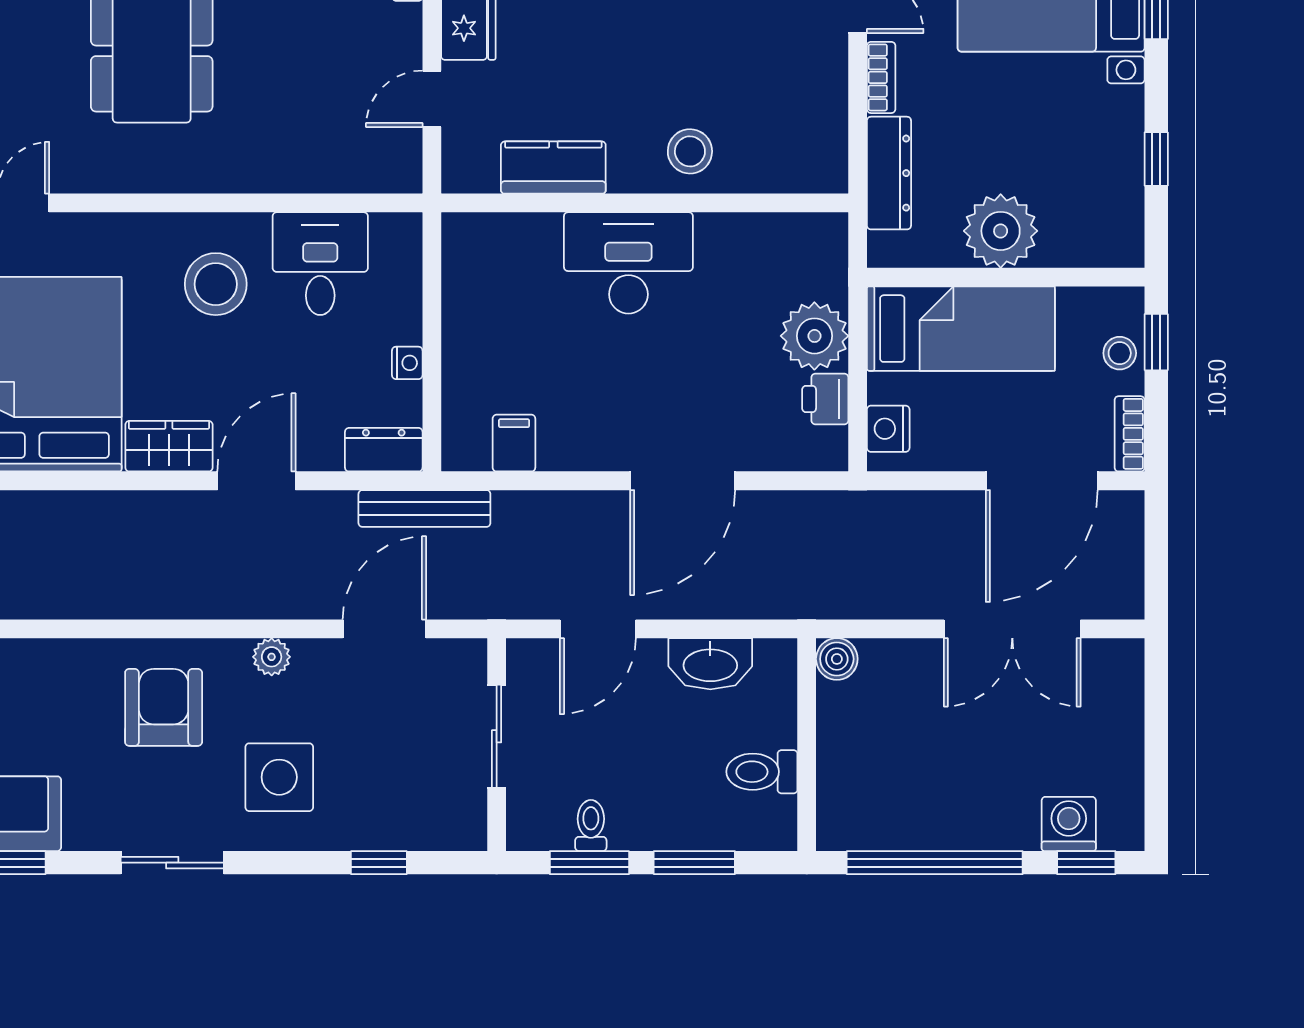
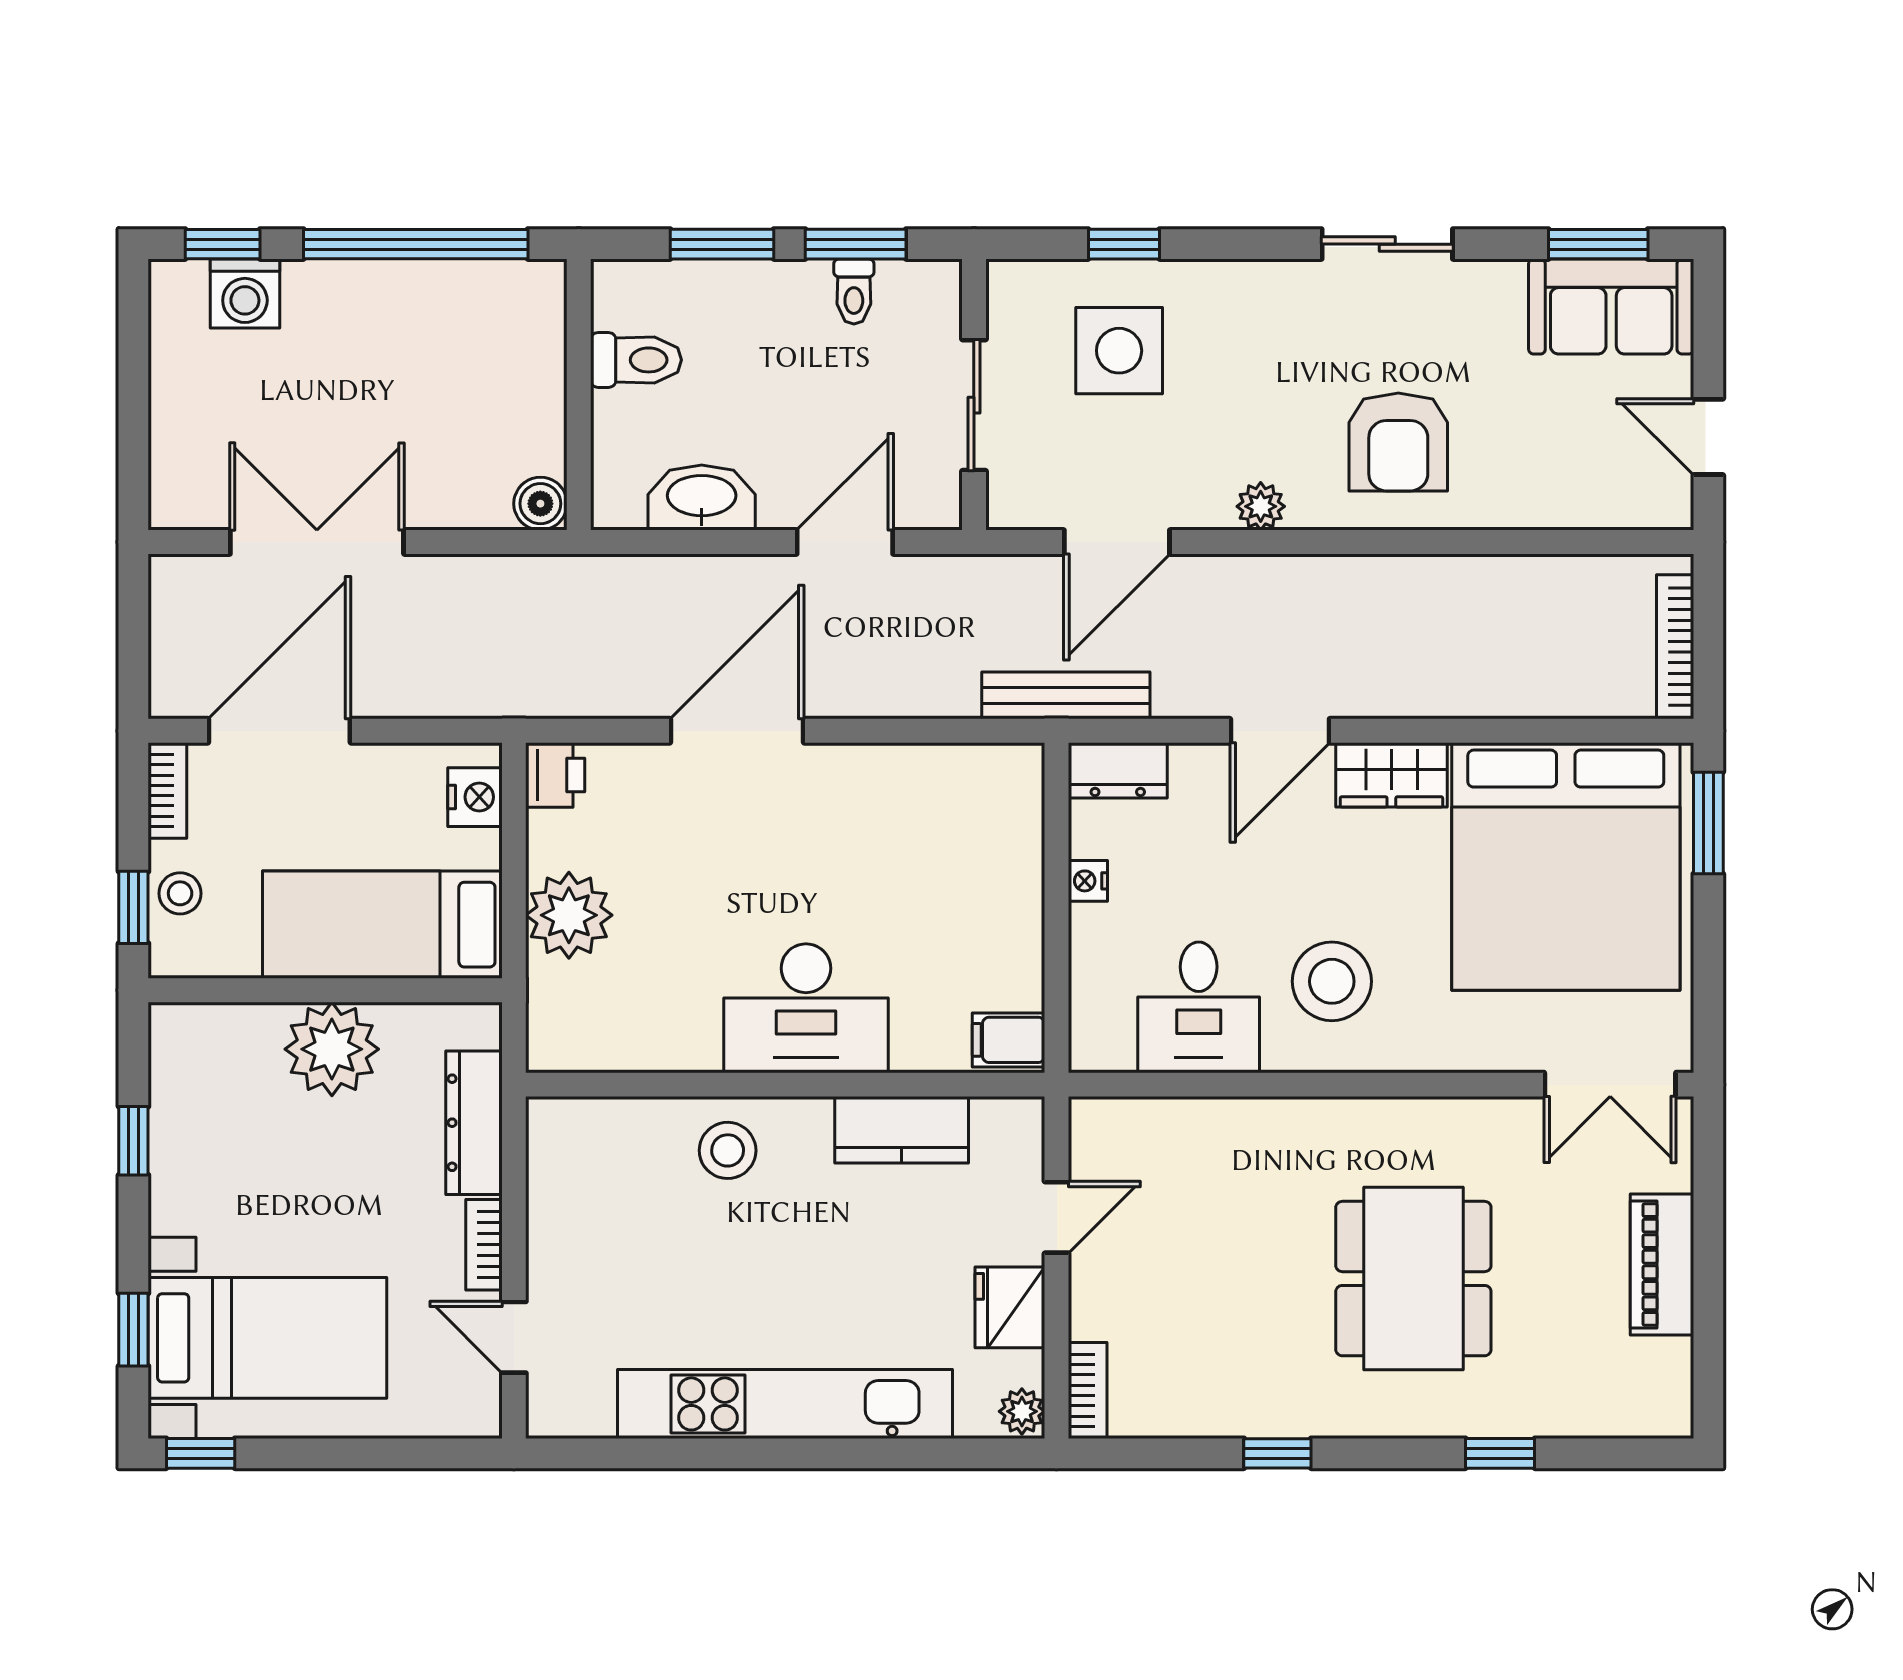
printer: (825, 399) -> (555, 775), moved
filing cabinet: (514, 443) -> (1009, 1040), moved, turned 90
side table: (279, 777) -> (1119, 351), moved

